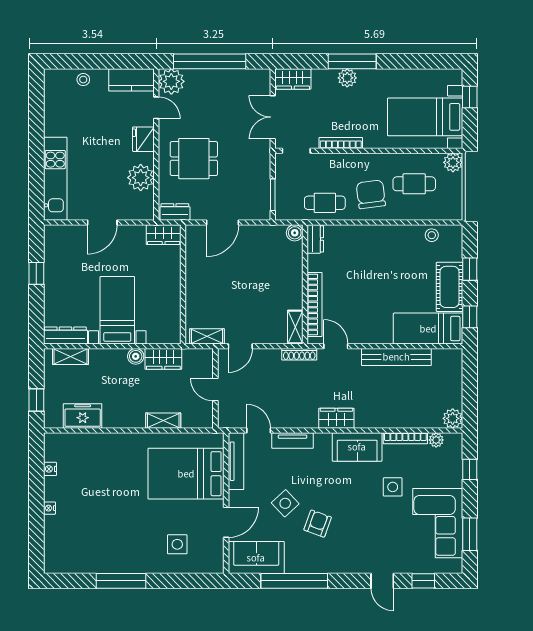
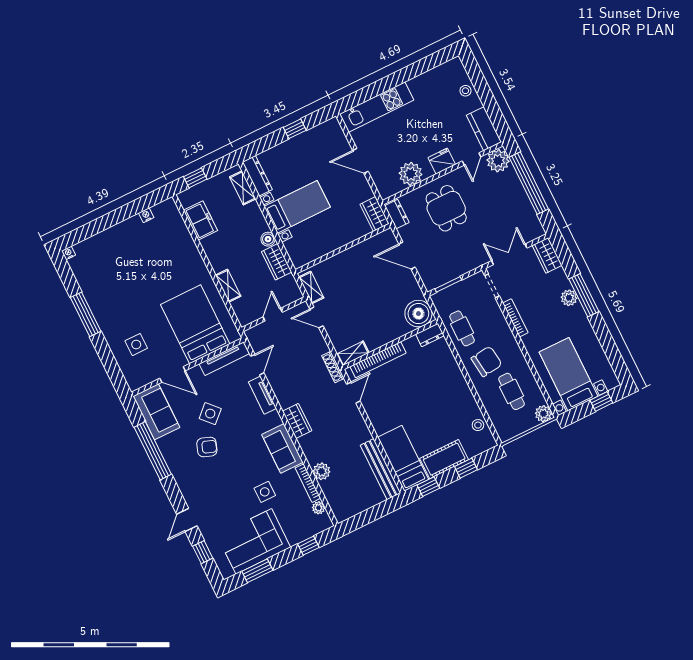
boiler: (295, 233) -> (418, 314), width x1.86, depth x1.86
bench: (396, 357) -> (381, 469), moved
plant: (453, 418) -> (322, 471), moved
nightstand: (49, 508) -> (69, 253), moved

